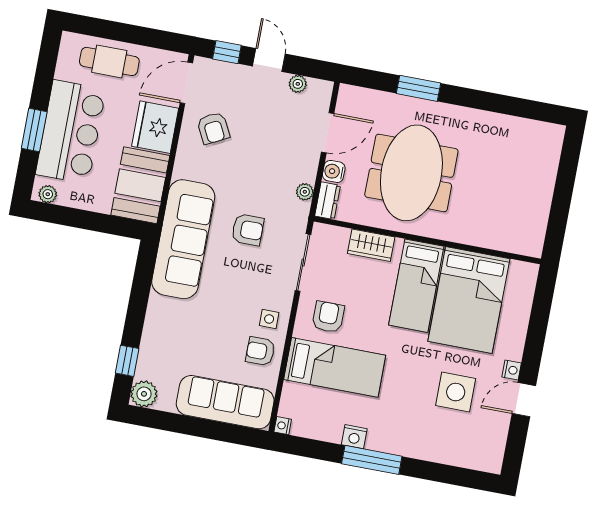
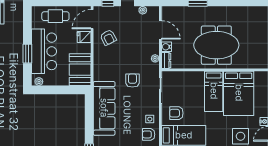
fridge: (155, 127) -> (84, 37), width x0.53, depth x0.75
door: (328, 133) -> (160, 30), hinge flipped
meeting table: (411, 173) -> (216, 45), moved, turned 90
armchair: (248, 230) -> (132, 81), turned -90
sofa: (183, 239) -> (104, 108), moved
wardrobe: (371, 245) -> (190, 77), removed
armchair: (328, 317) -> (176, 113), turned -90

